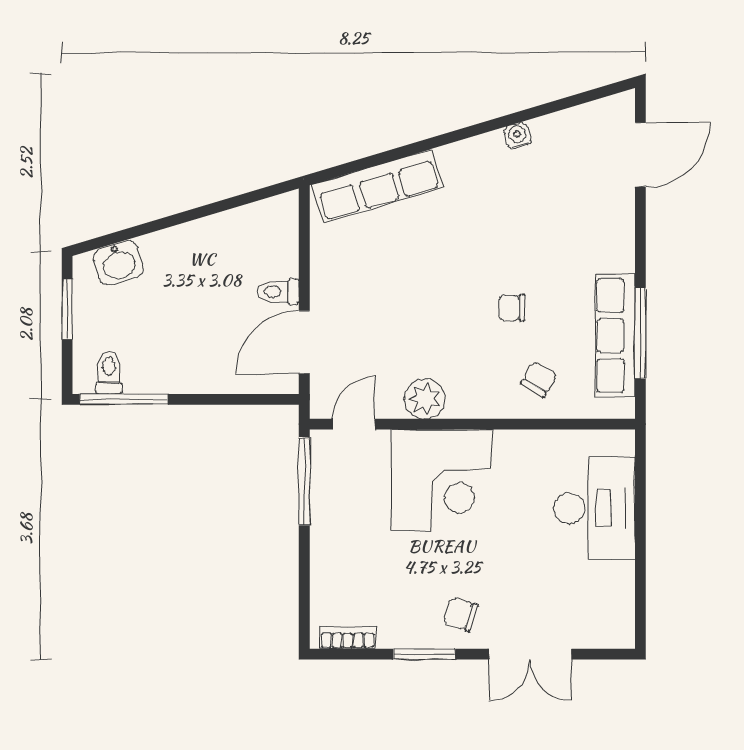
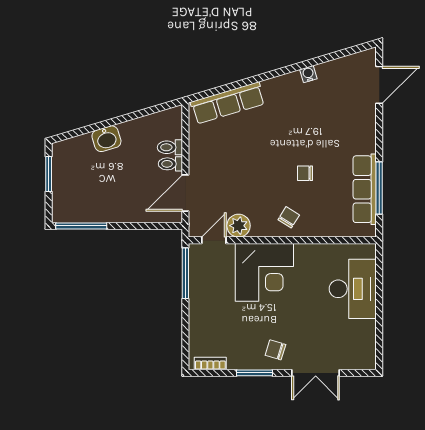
washbasin: (119, 263) -> (106, 139), moved
toilet: (109, 373) -> (170, 147), moved, turned -90
chair: (539, 379) -> (289, 217), moved
plant: (425, 399) -> (239, 226), moved

